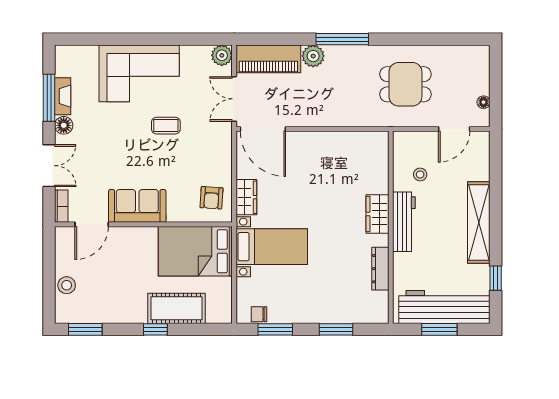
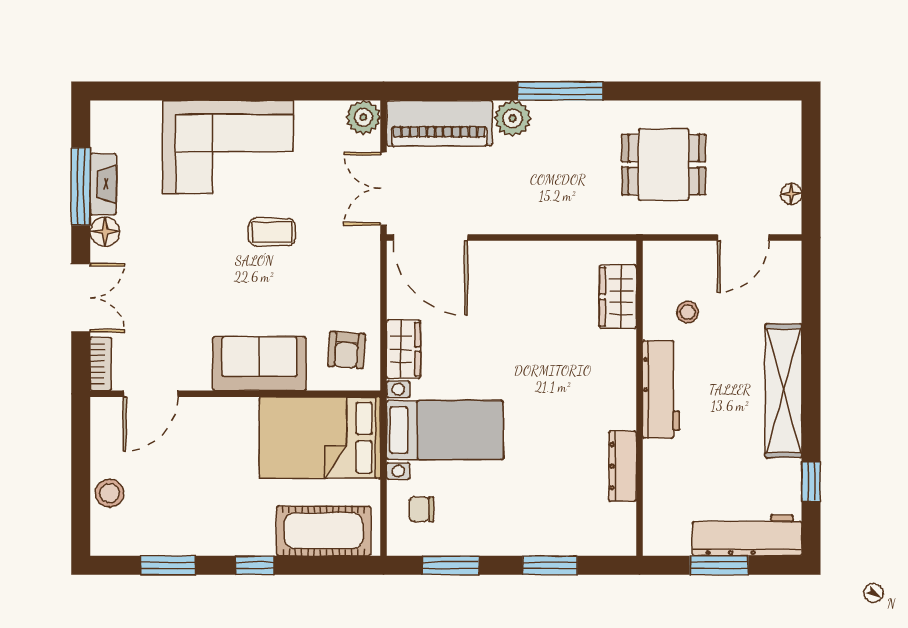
sofa: (137, 206) -> (259, 364), moved
wardrobe: (378, 214) -> (618, 297), moved
workbench: (444, 307) -> (747, 535), width x0.73, depth x0.76
cot: (176, 308) -> (324, 531), moved
chair: (259, 314) -> (421, 509), moved
window: (85, 329) -> (168, 565), moved

